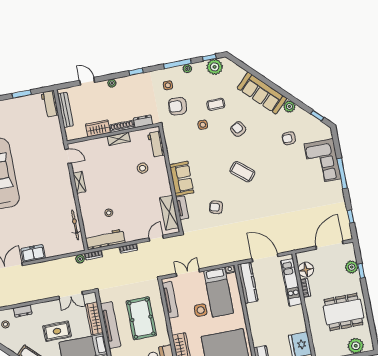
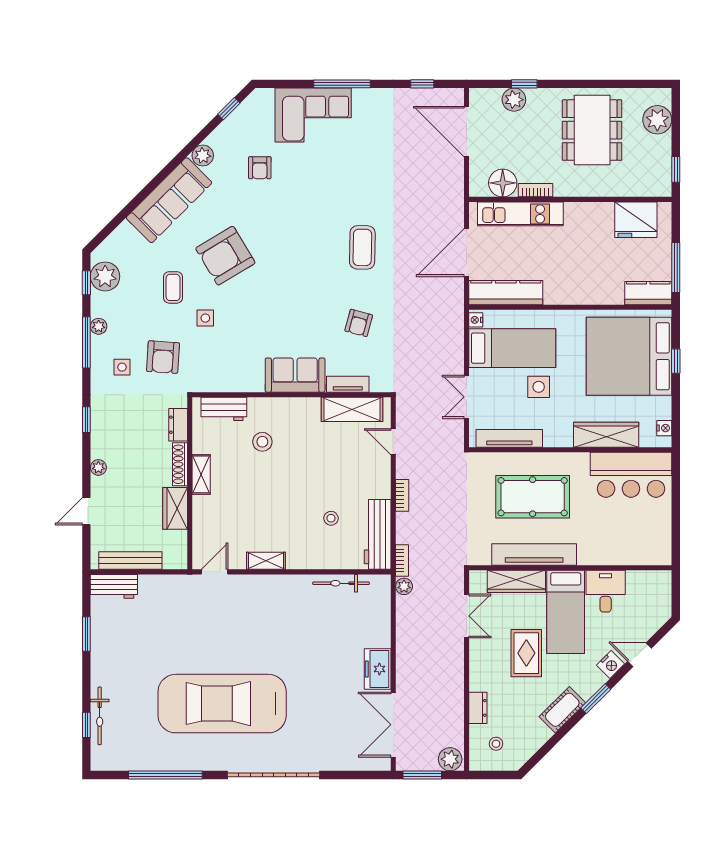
armchair: (238, 129) -> (225, 256), width x1.88, depth x1.88
coffee table: (242, 172) -> (362, 247), moved, turned -39

